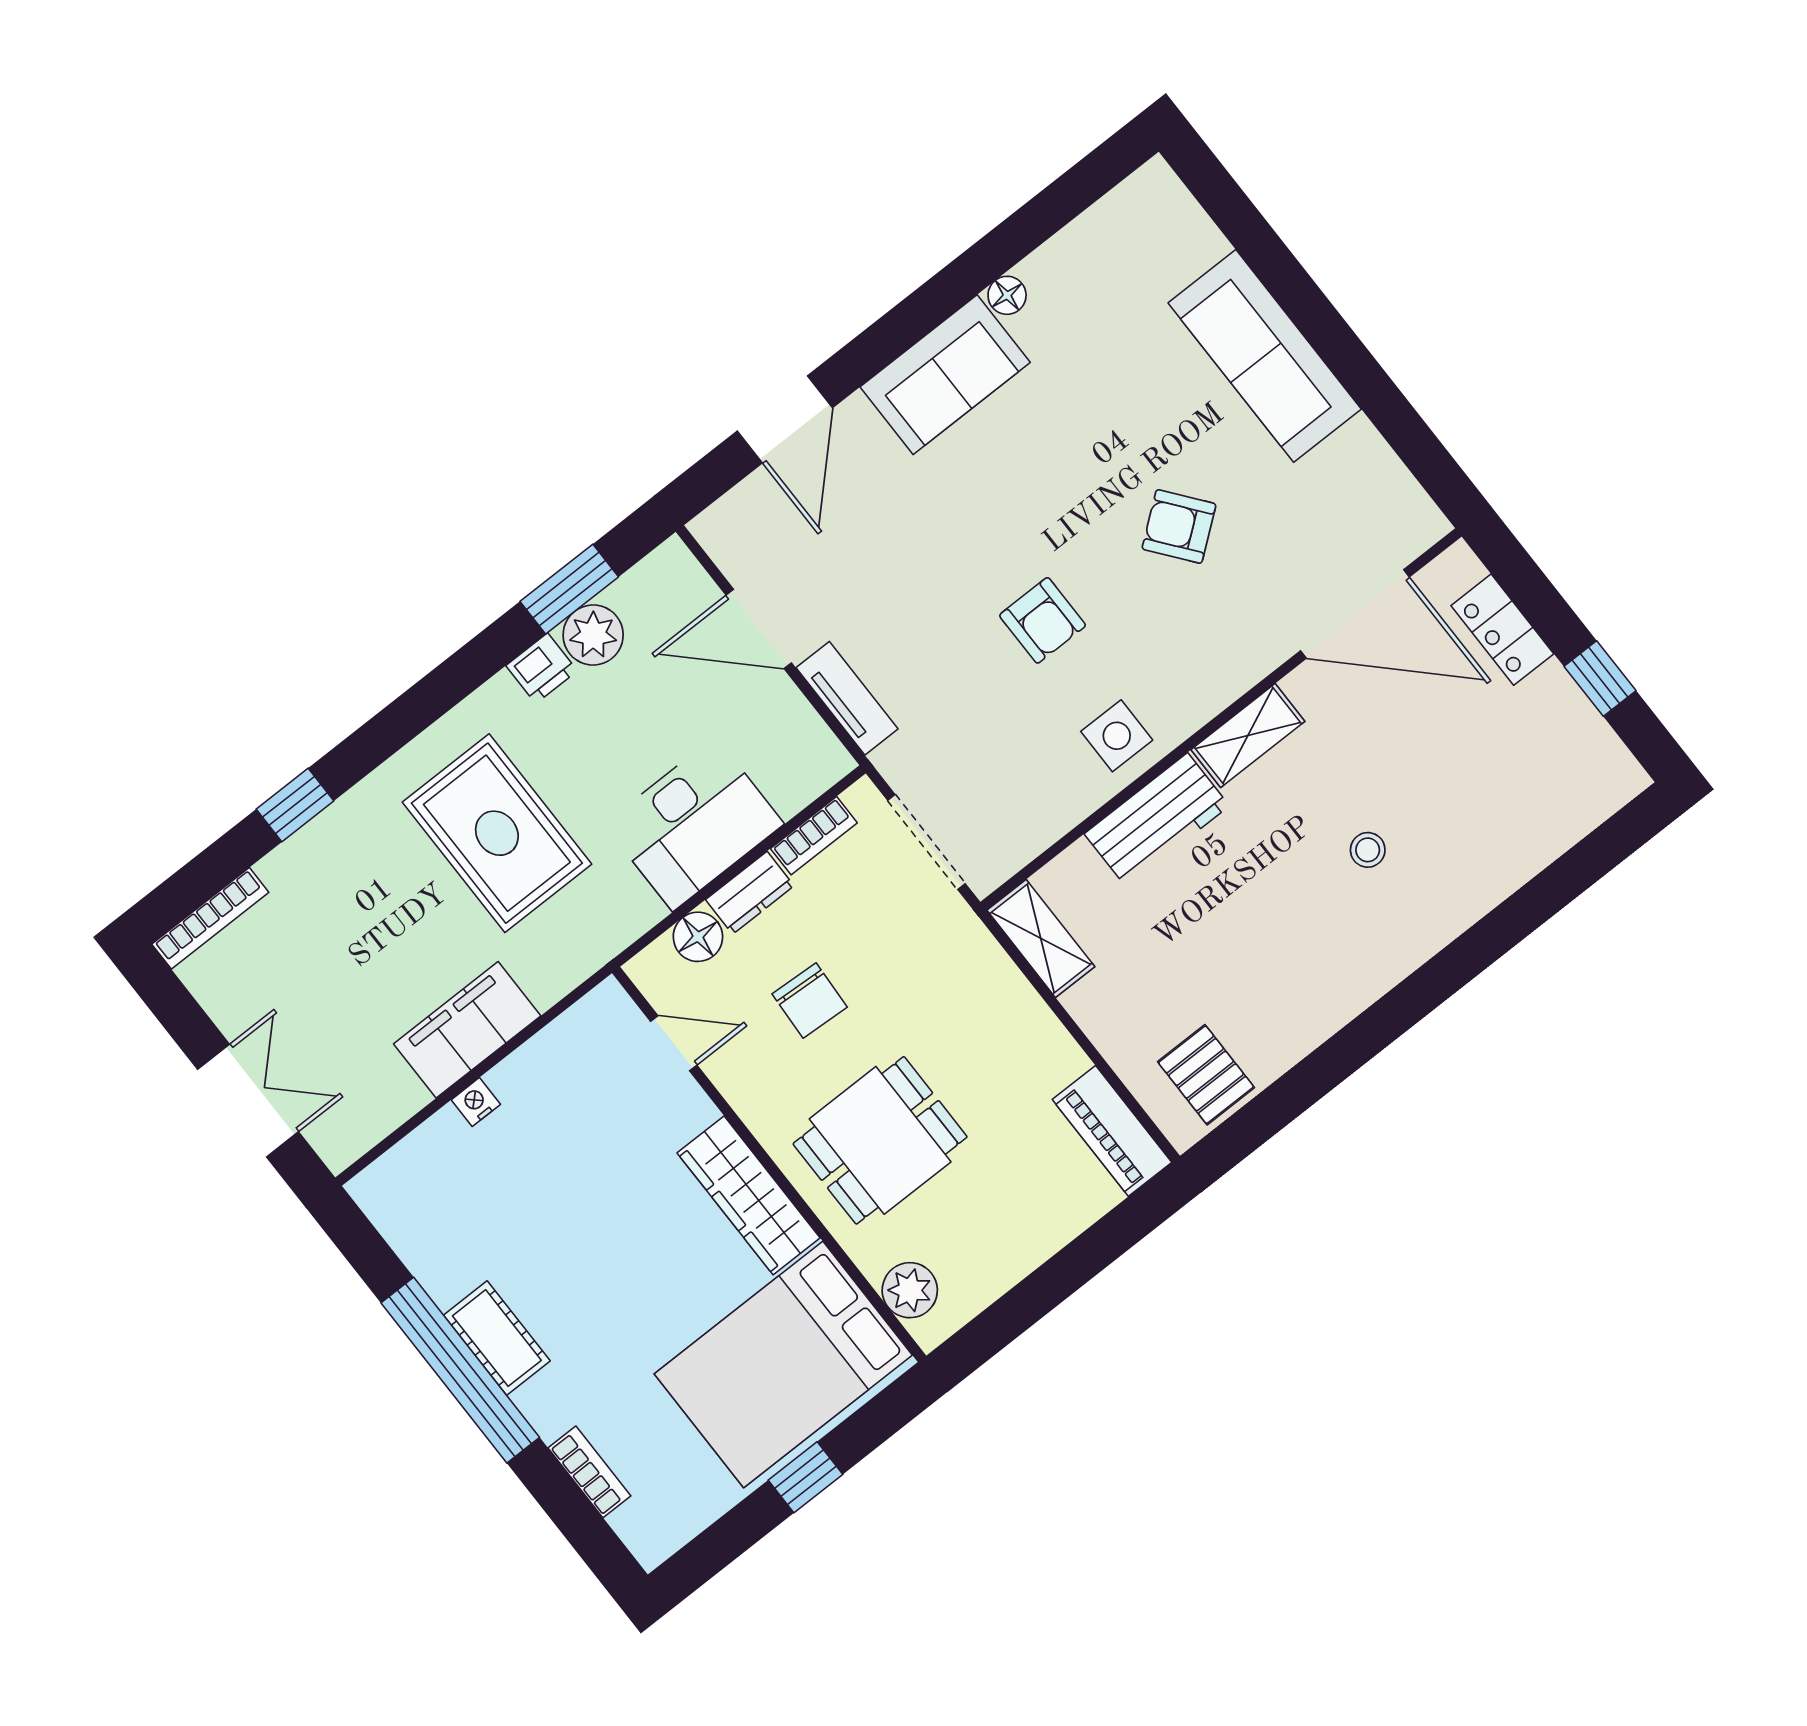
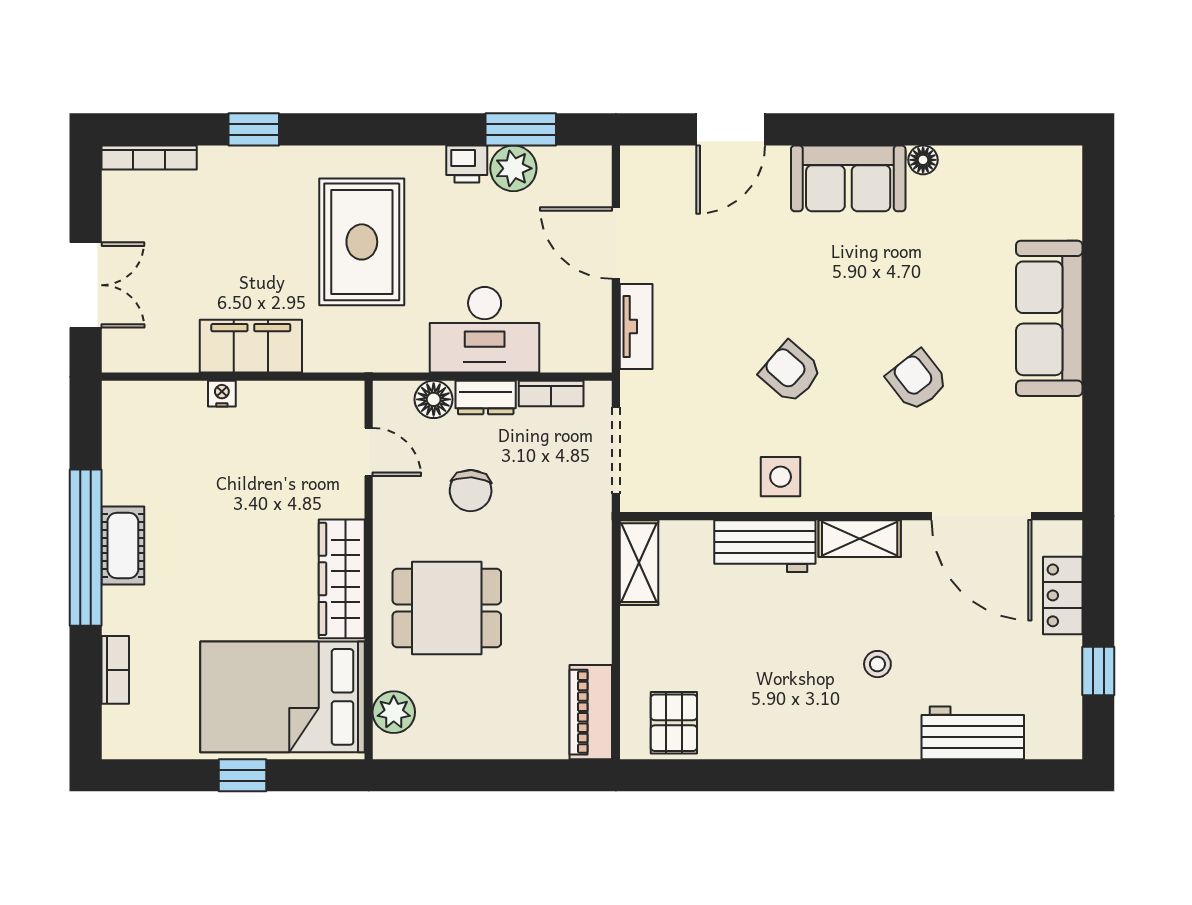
armchair: (1043, 620) -> (791, 372), turned 131
workbench: (1521, 844) -> (973, 733), added

